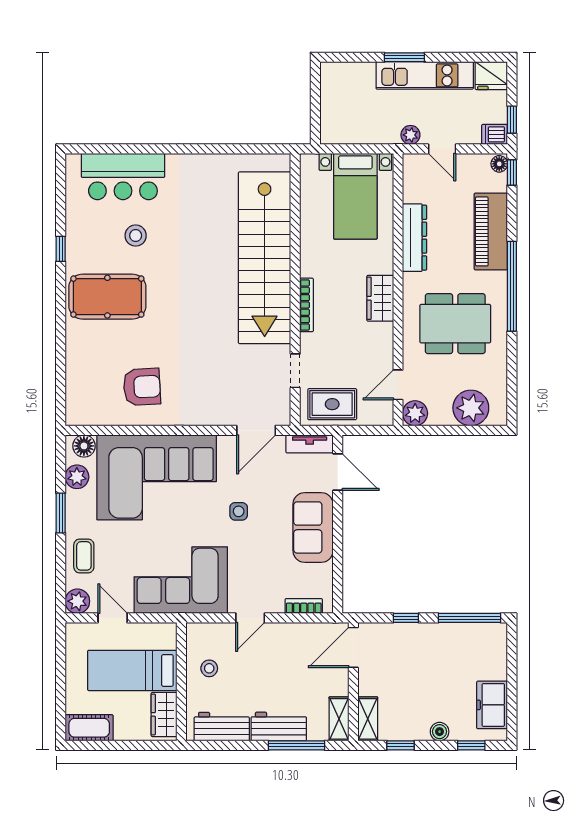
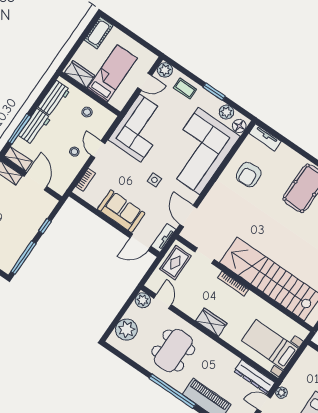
dresser: (414, 238) -> (254, 377), moved
tv unit: (75, 400) -> (265, 137), added
door: (353, 647) -> (36, 181), moved
stool: (276, 648) -> (74, 152), added

